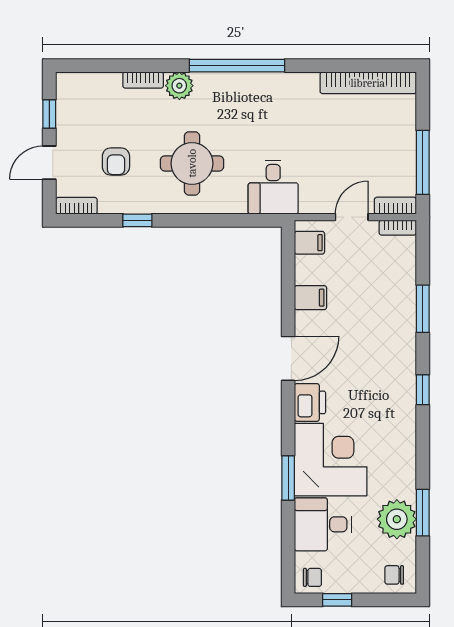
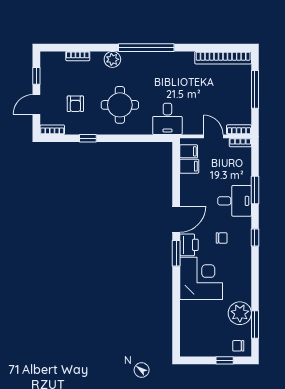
bookcase: (143, 80) -> (78, 56), moved
window: (423, 162) -> (255, 89), moved
door: (352, 217) -> (213, 136), hinge flipped
filing cabinet: (310, 298) -> (189, 166), moved
window: (288, 478) -> (176, 253), moved
window: (423, 513) -> (255, 325), moved
desk: (323, 524) -> (235, 201), moved, turned 180
chair: (312, 577) -> (222, 238), moved
window: (337, 600) -> (225, 360), moved

